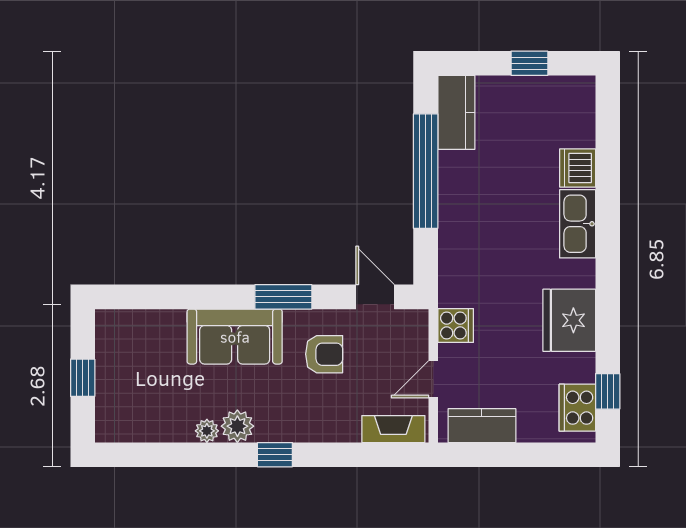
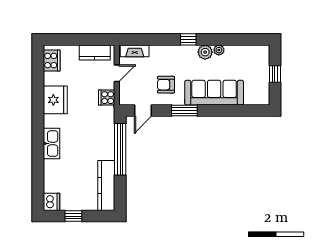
kitchen counter: (456, 112) -> (106, 185), width x1.50
dishwasher: (578, 168) -> (52, 202), moved
window: (426, 171) -> (120, 149), moved
door: (375, 297) -> (143, 111), hinge flipped
sofa: (235, 337) -> (214, 93), width x1.36
window: (608, 391) -> (38, 68), removed

